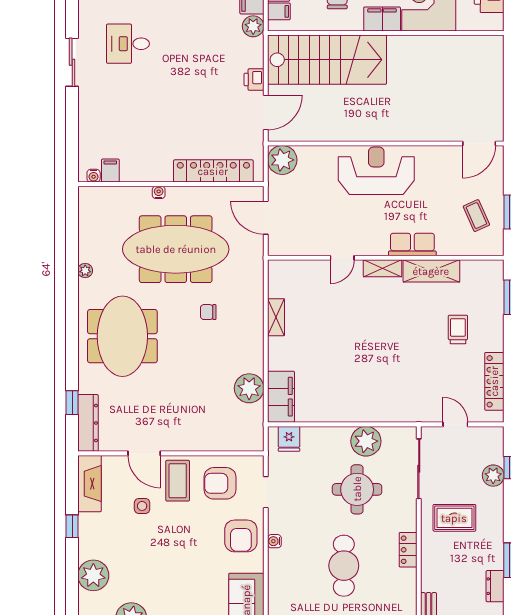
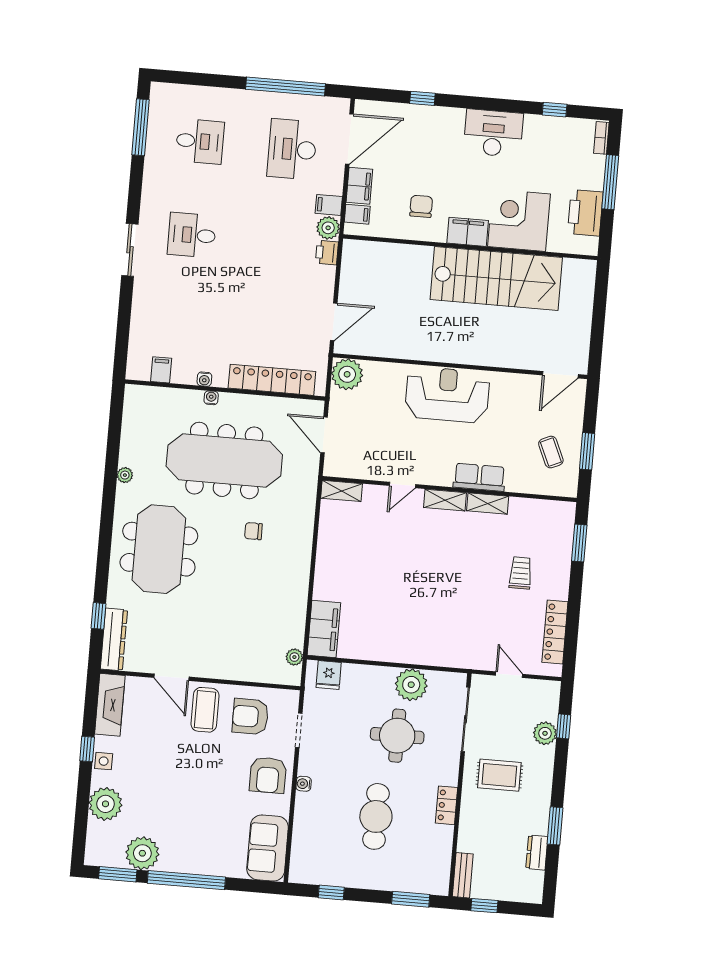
stairs: (327, 60) -> (496, 278), moved
printer: (254, 79) -> (327, 253), moved
water cooler: (94, 176) -> (204, 379), moved
shelving: (431, 271) -> (488, 504), width x0.67, depth x0.75
shelving: (276, 317) -> (342, 491), moved, turned 90
plant: (249, 388) -> (294, 657), moved, width x0.53, depth x0.53
side table: (142, 506) -> (104, 761), moved

